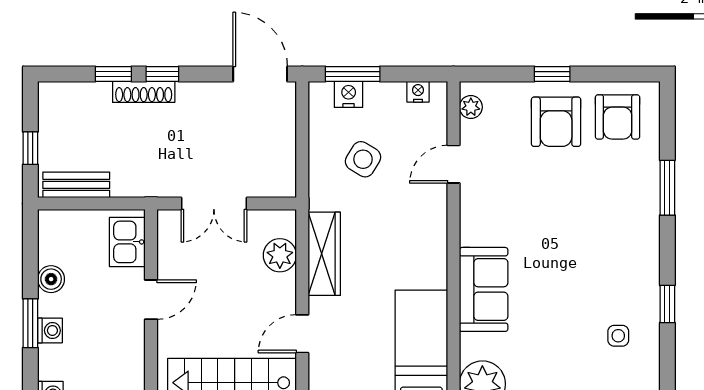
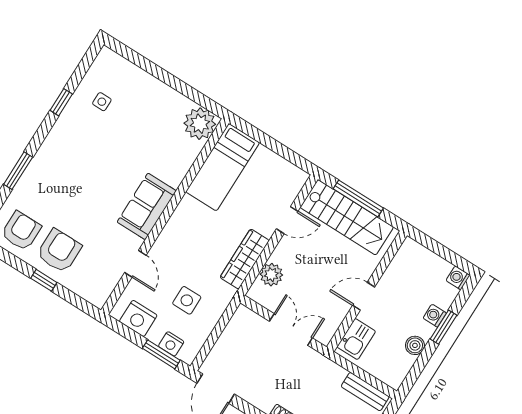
nightstand: (418, 92) -> (138, 318), width x1.89, depth x1.79
plant: (471, 107) -> (104, 291), removed
side table: (363, 159) -> (187, 300), turned -31
door: (454, 164) -> (135, 264), hinge flipped
sofa: (484, 289) -> (147, 206), moved

